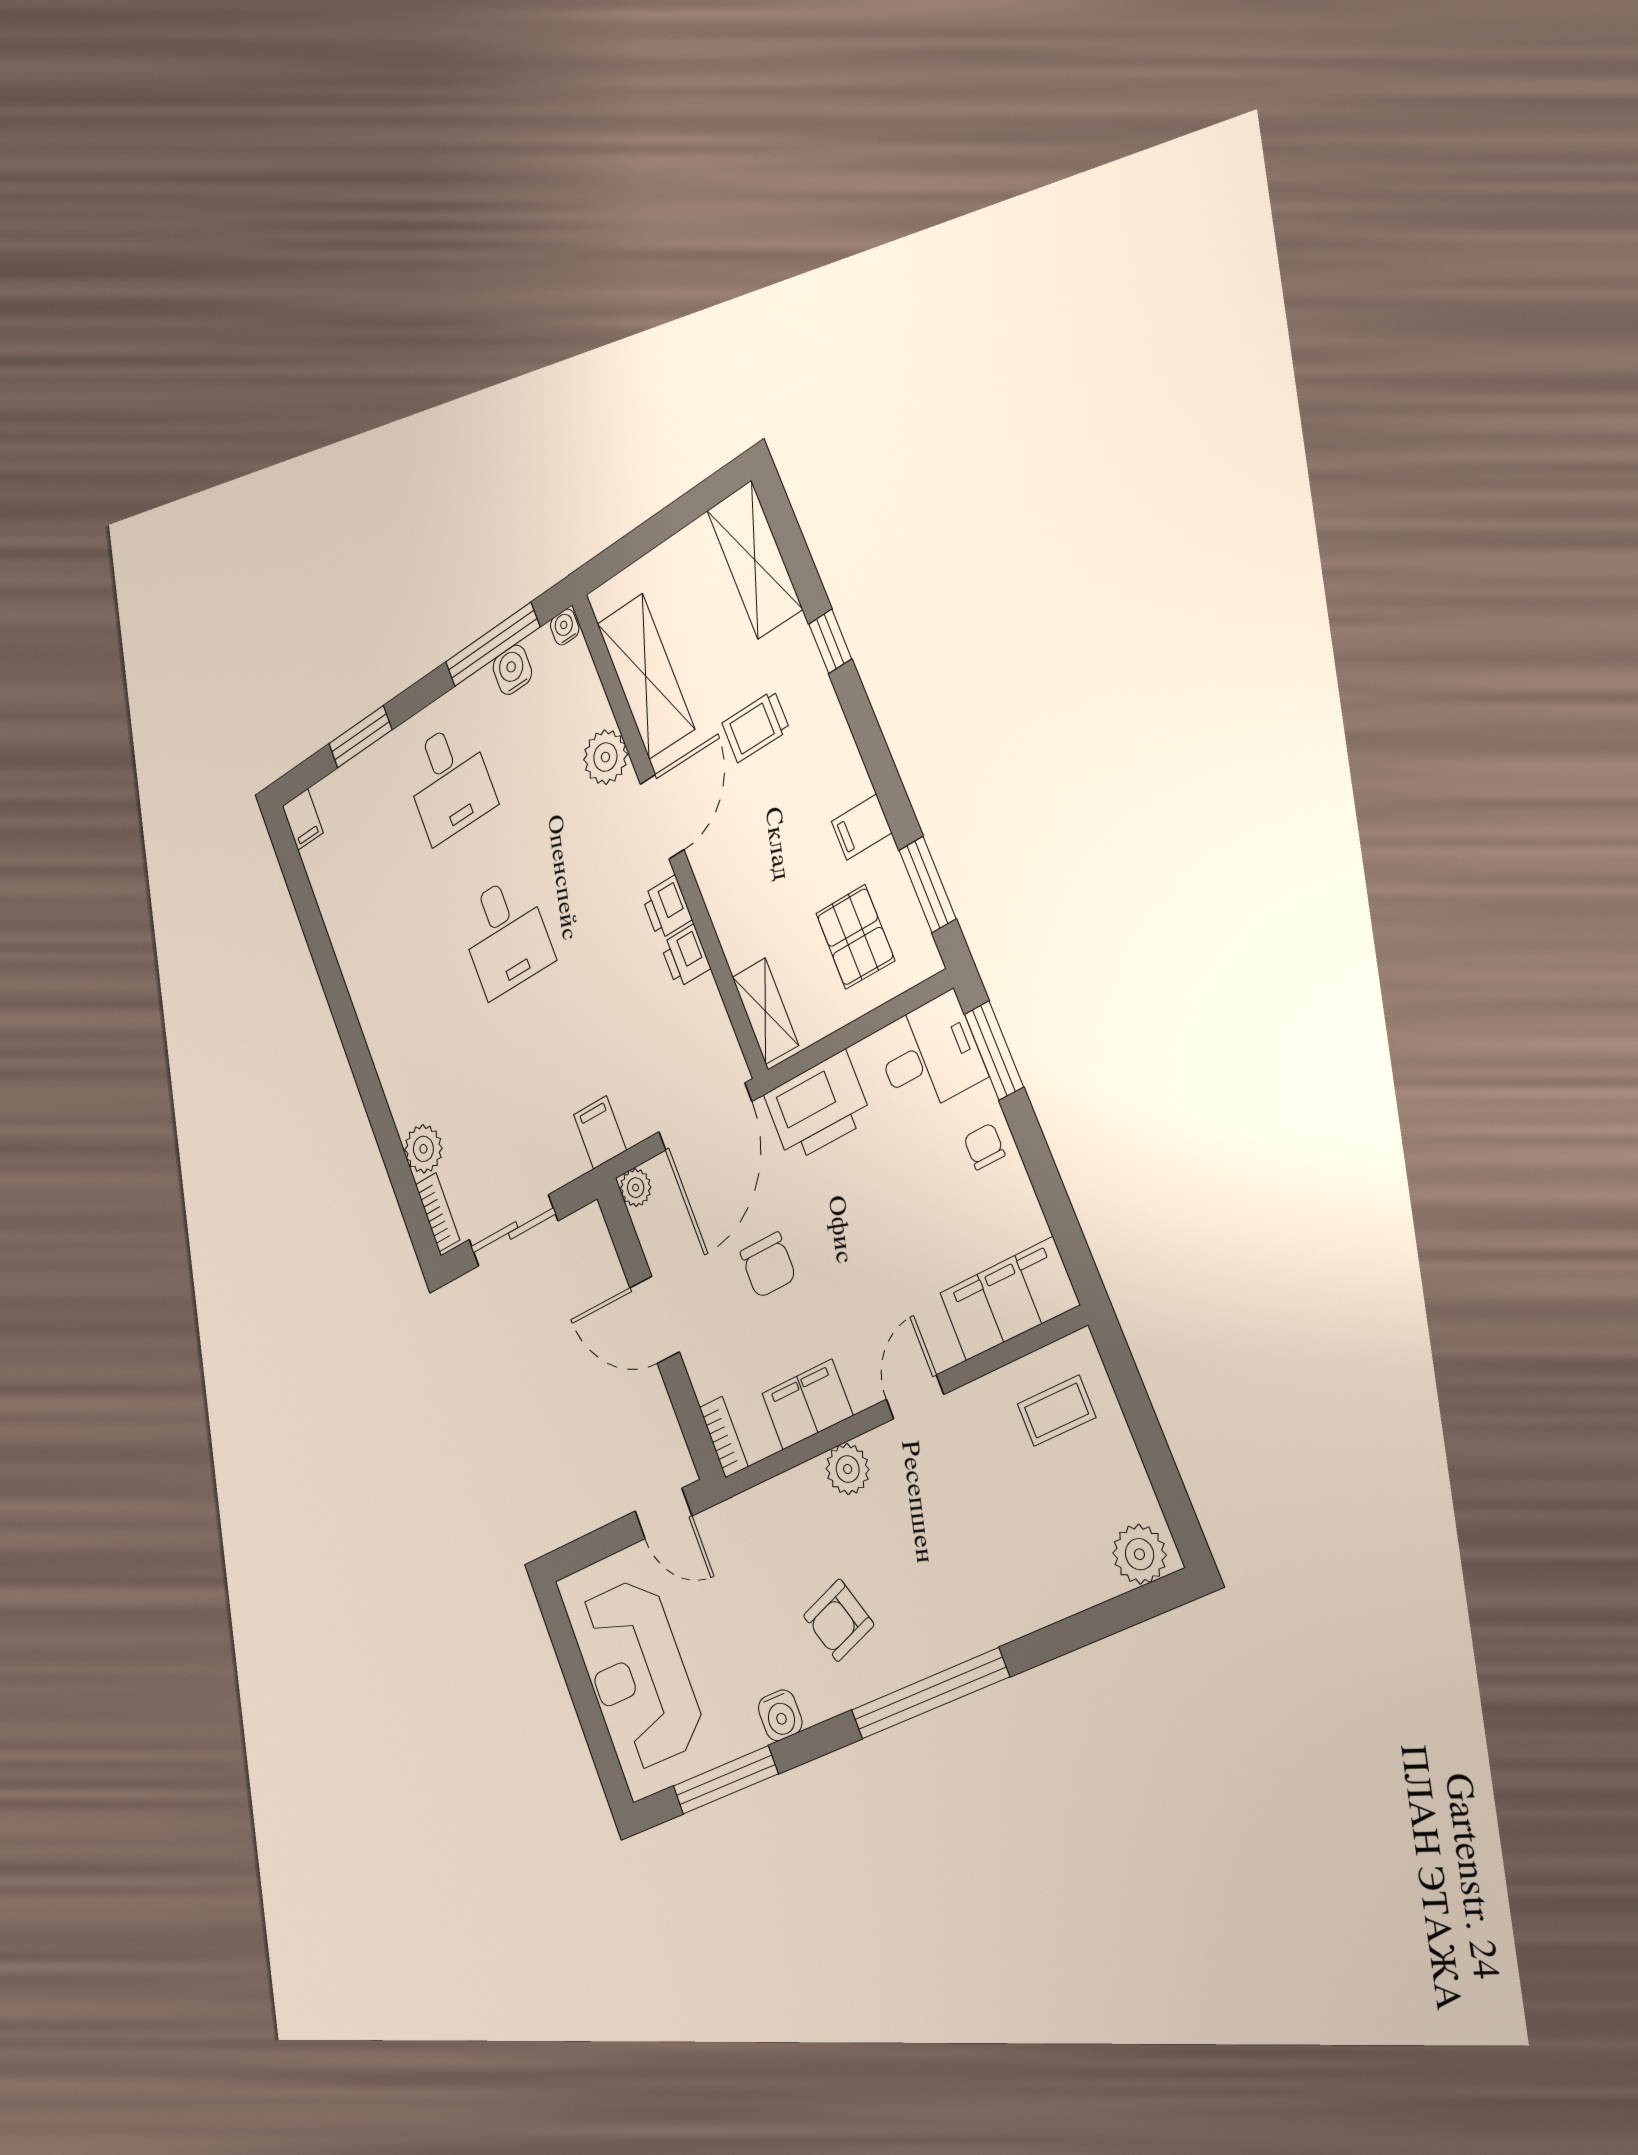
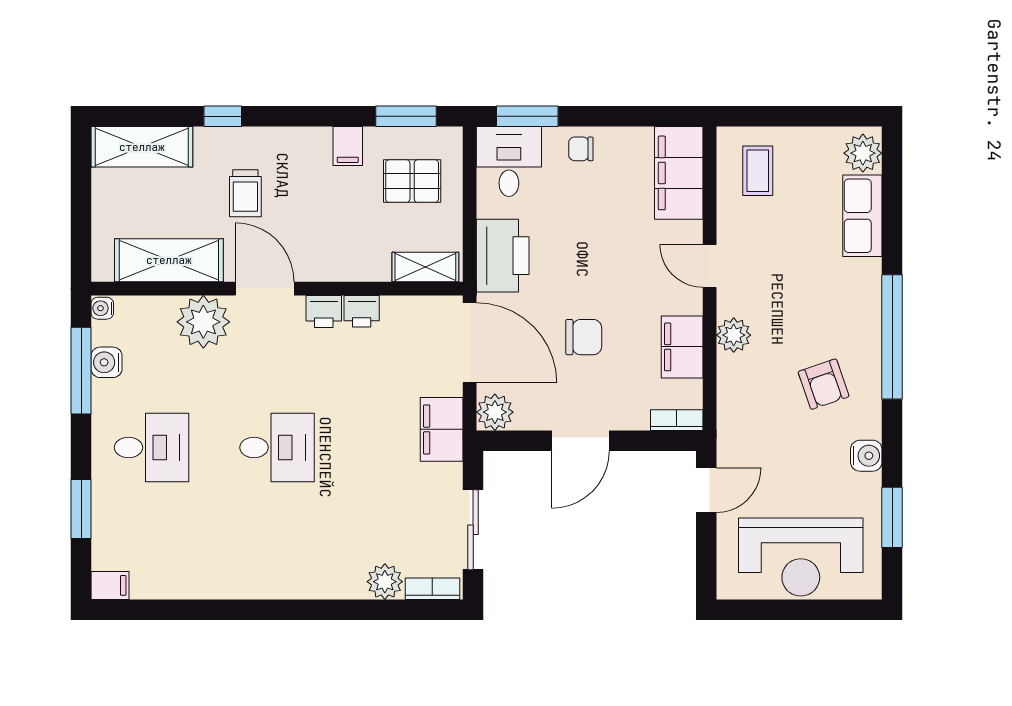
plant: (605, 757) -> (203, 322), width x1.36, depth x1.36
filing cabinet: (600, 1132) -> (442, 429), width x2.00
plant: (636, 1188) -> (495, 412), width x1.38, depth x1.38
row of seats: (1060, 1588) -> (862, 216), added
window: (725, 1780) -> (892, 517), width x0.69

